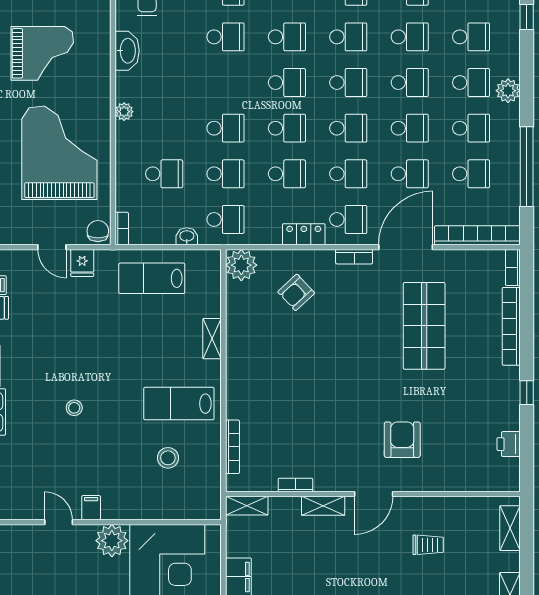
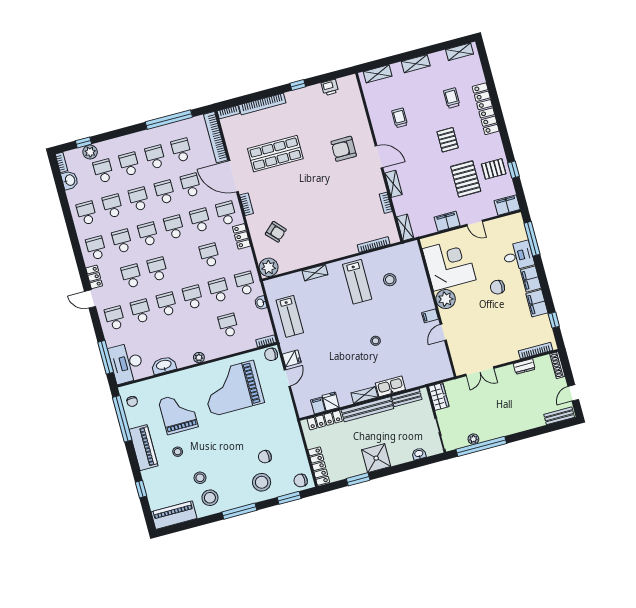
plant: (508, 91) -> (90, 152), moved
school desk: (287, 128) -> (167, 304), moved

